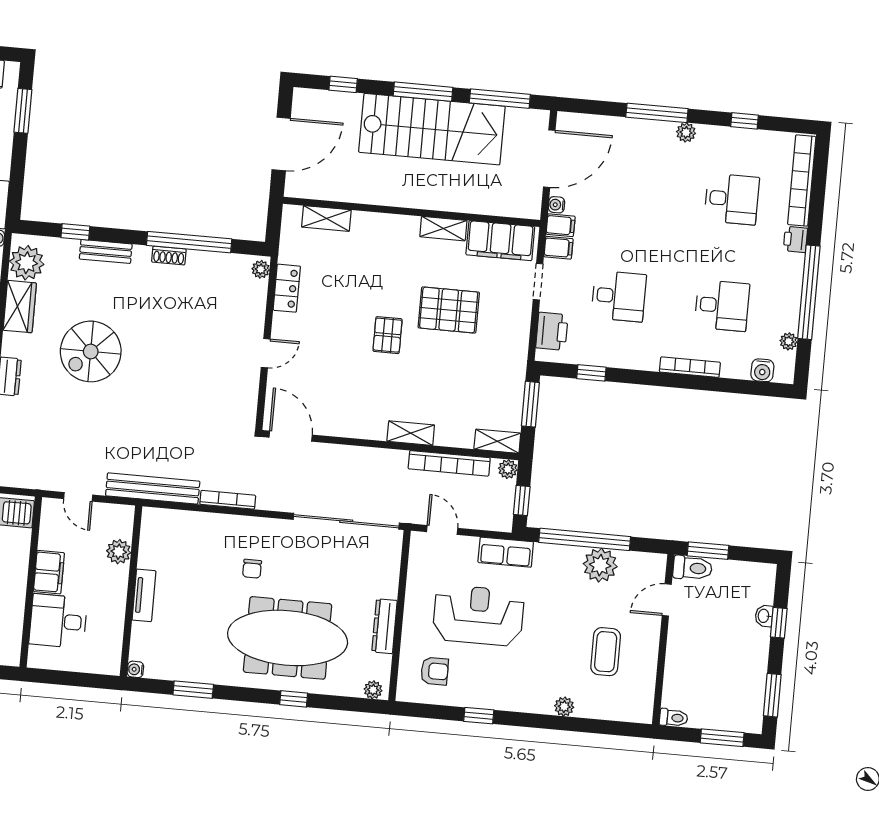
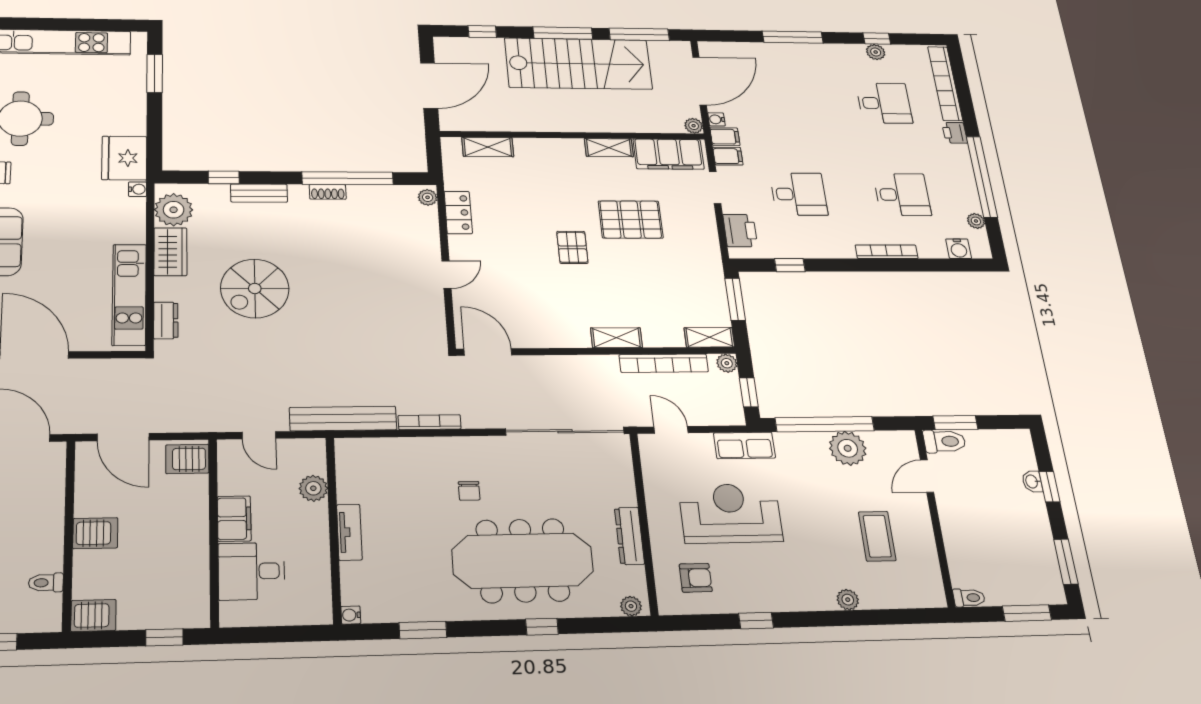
plant: (686, 132) -> (876, 52), moved
plant: (532, 210) -> (694, 126), added

